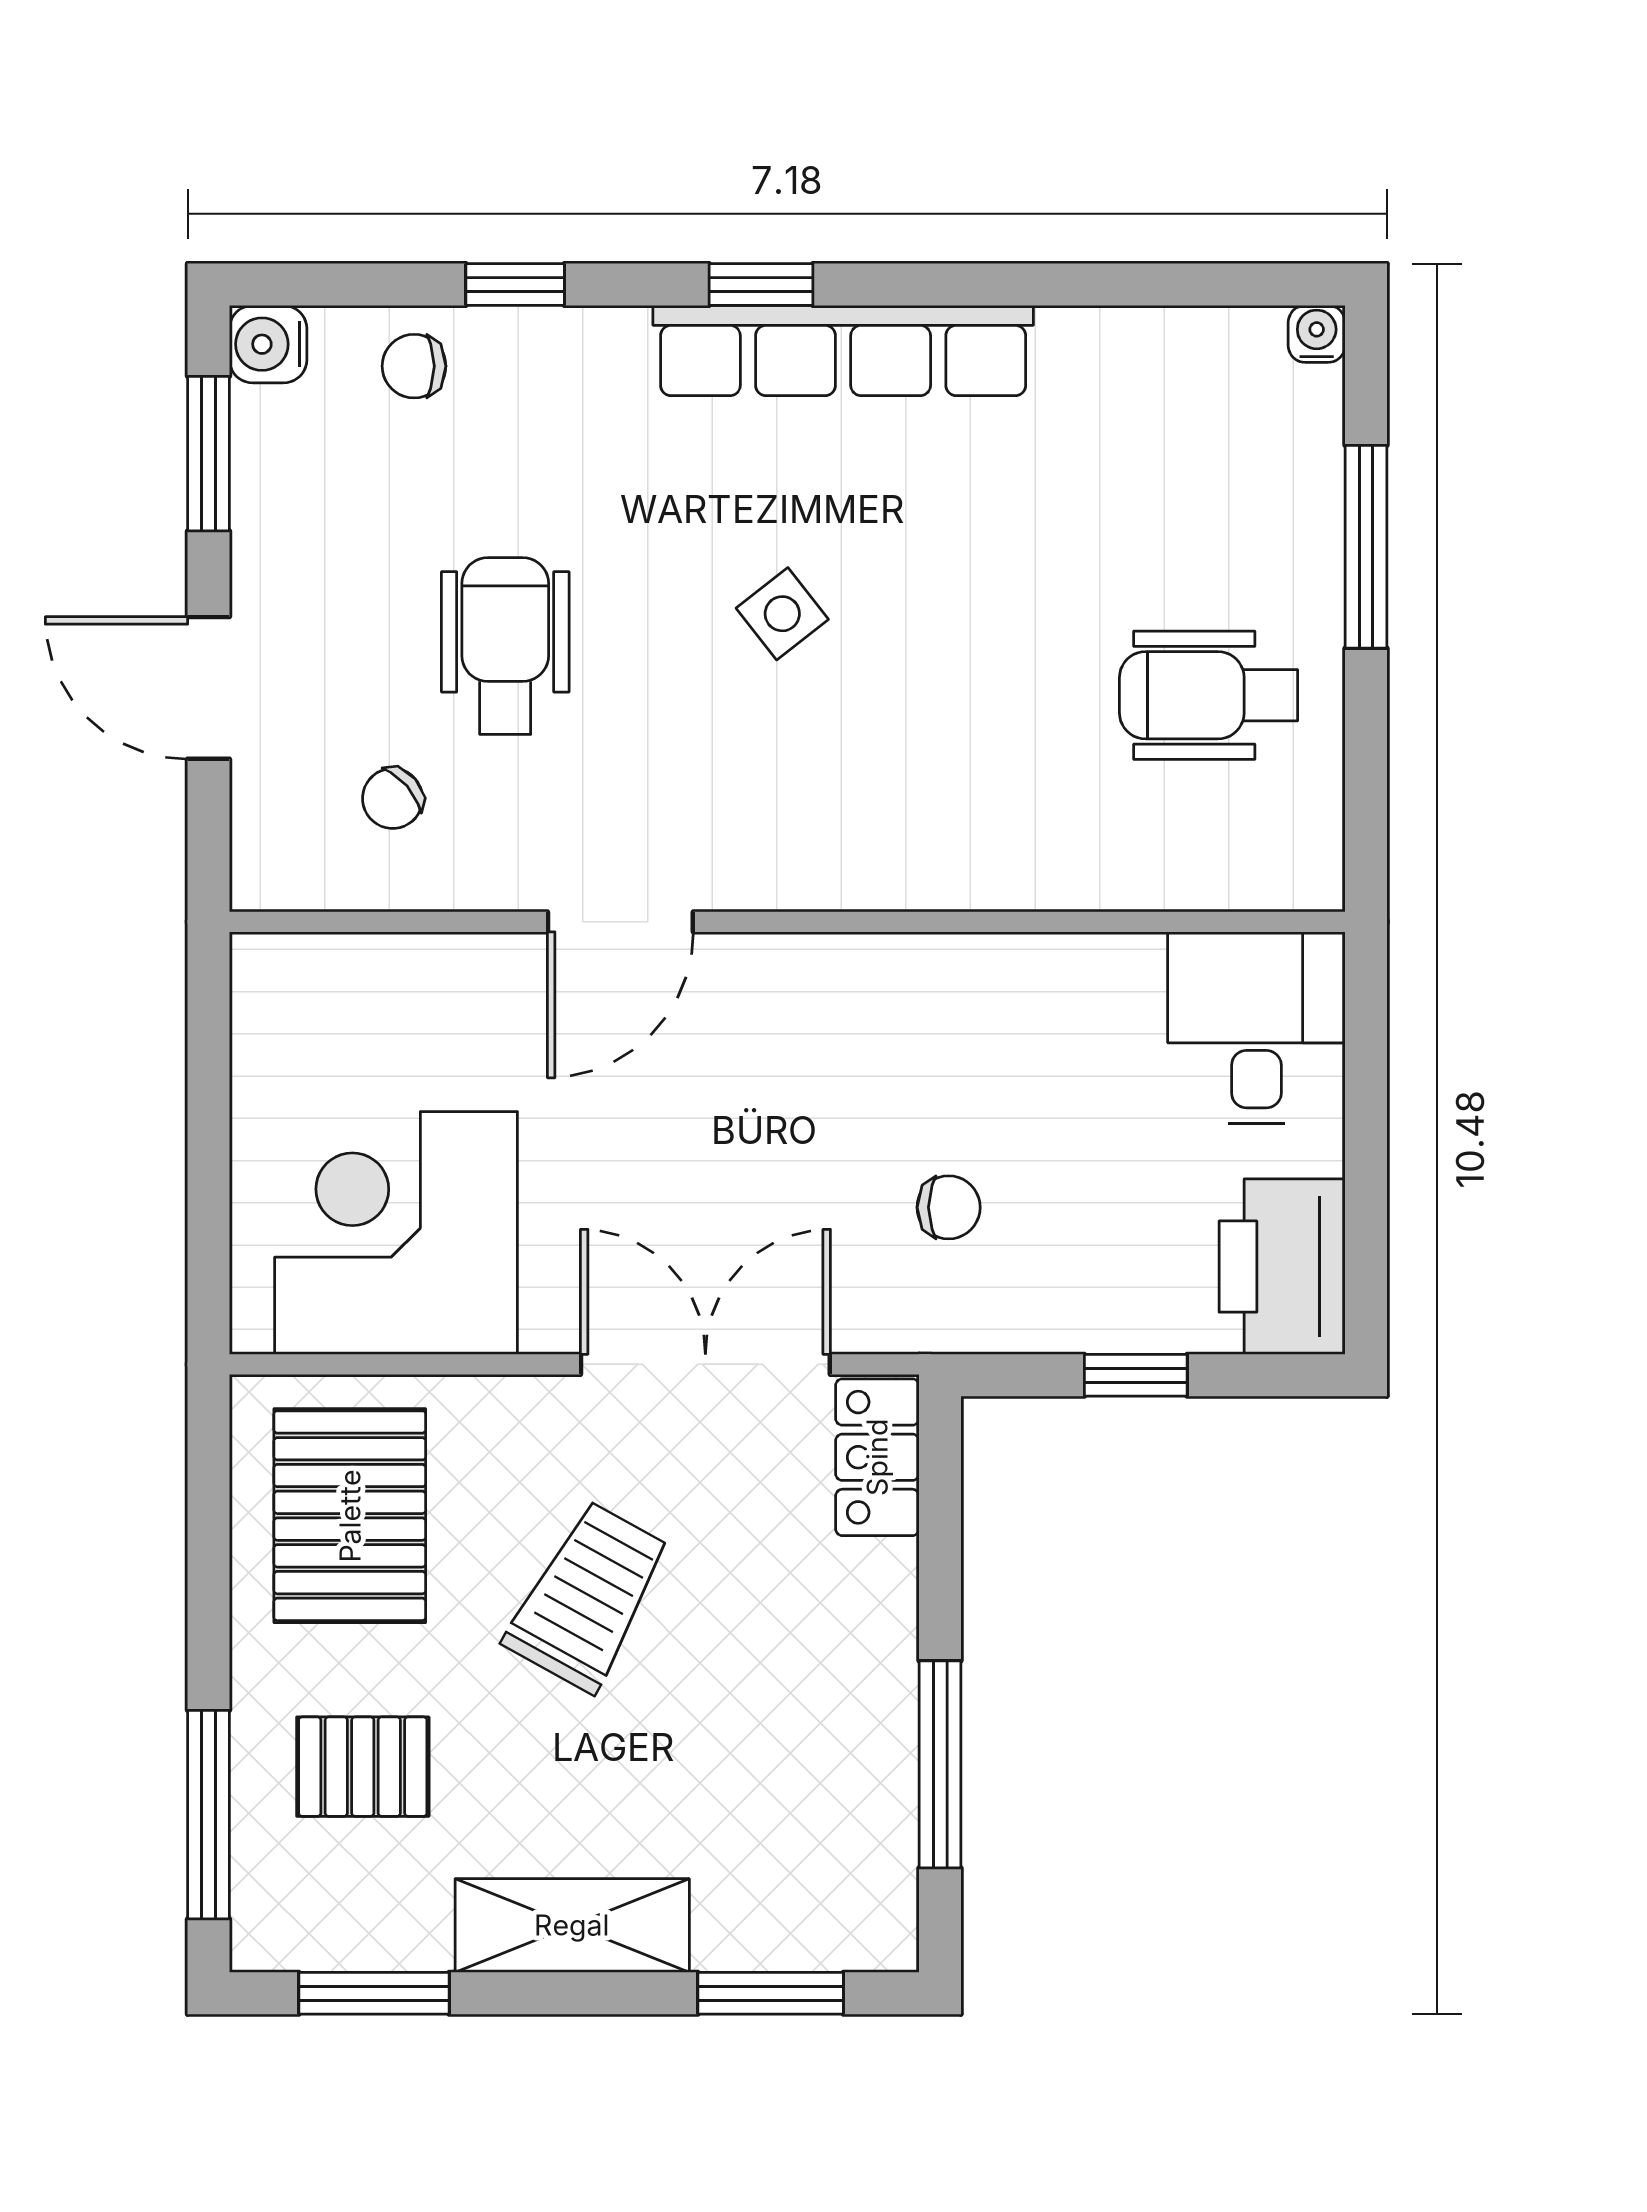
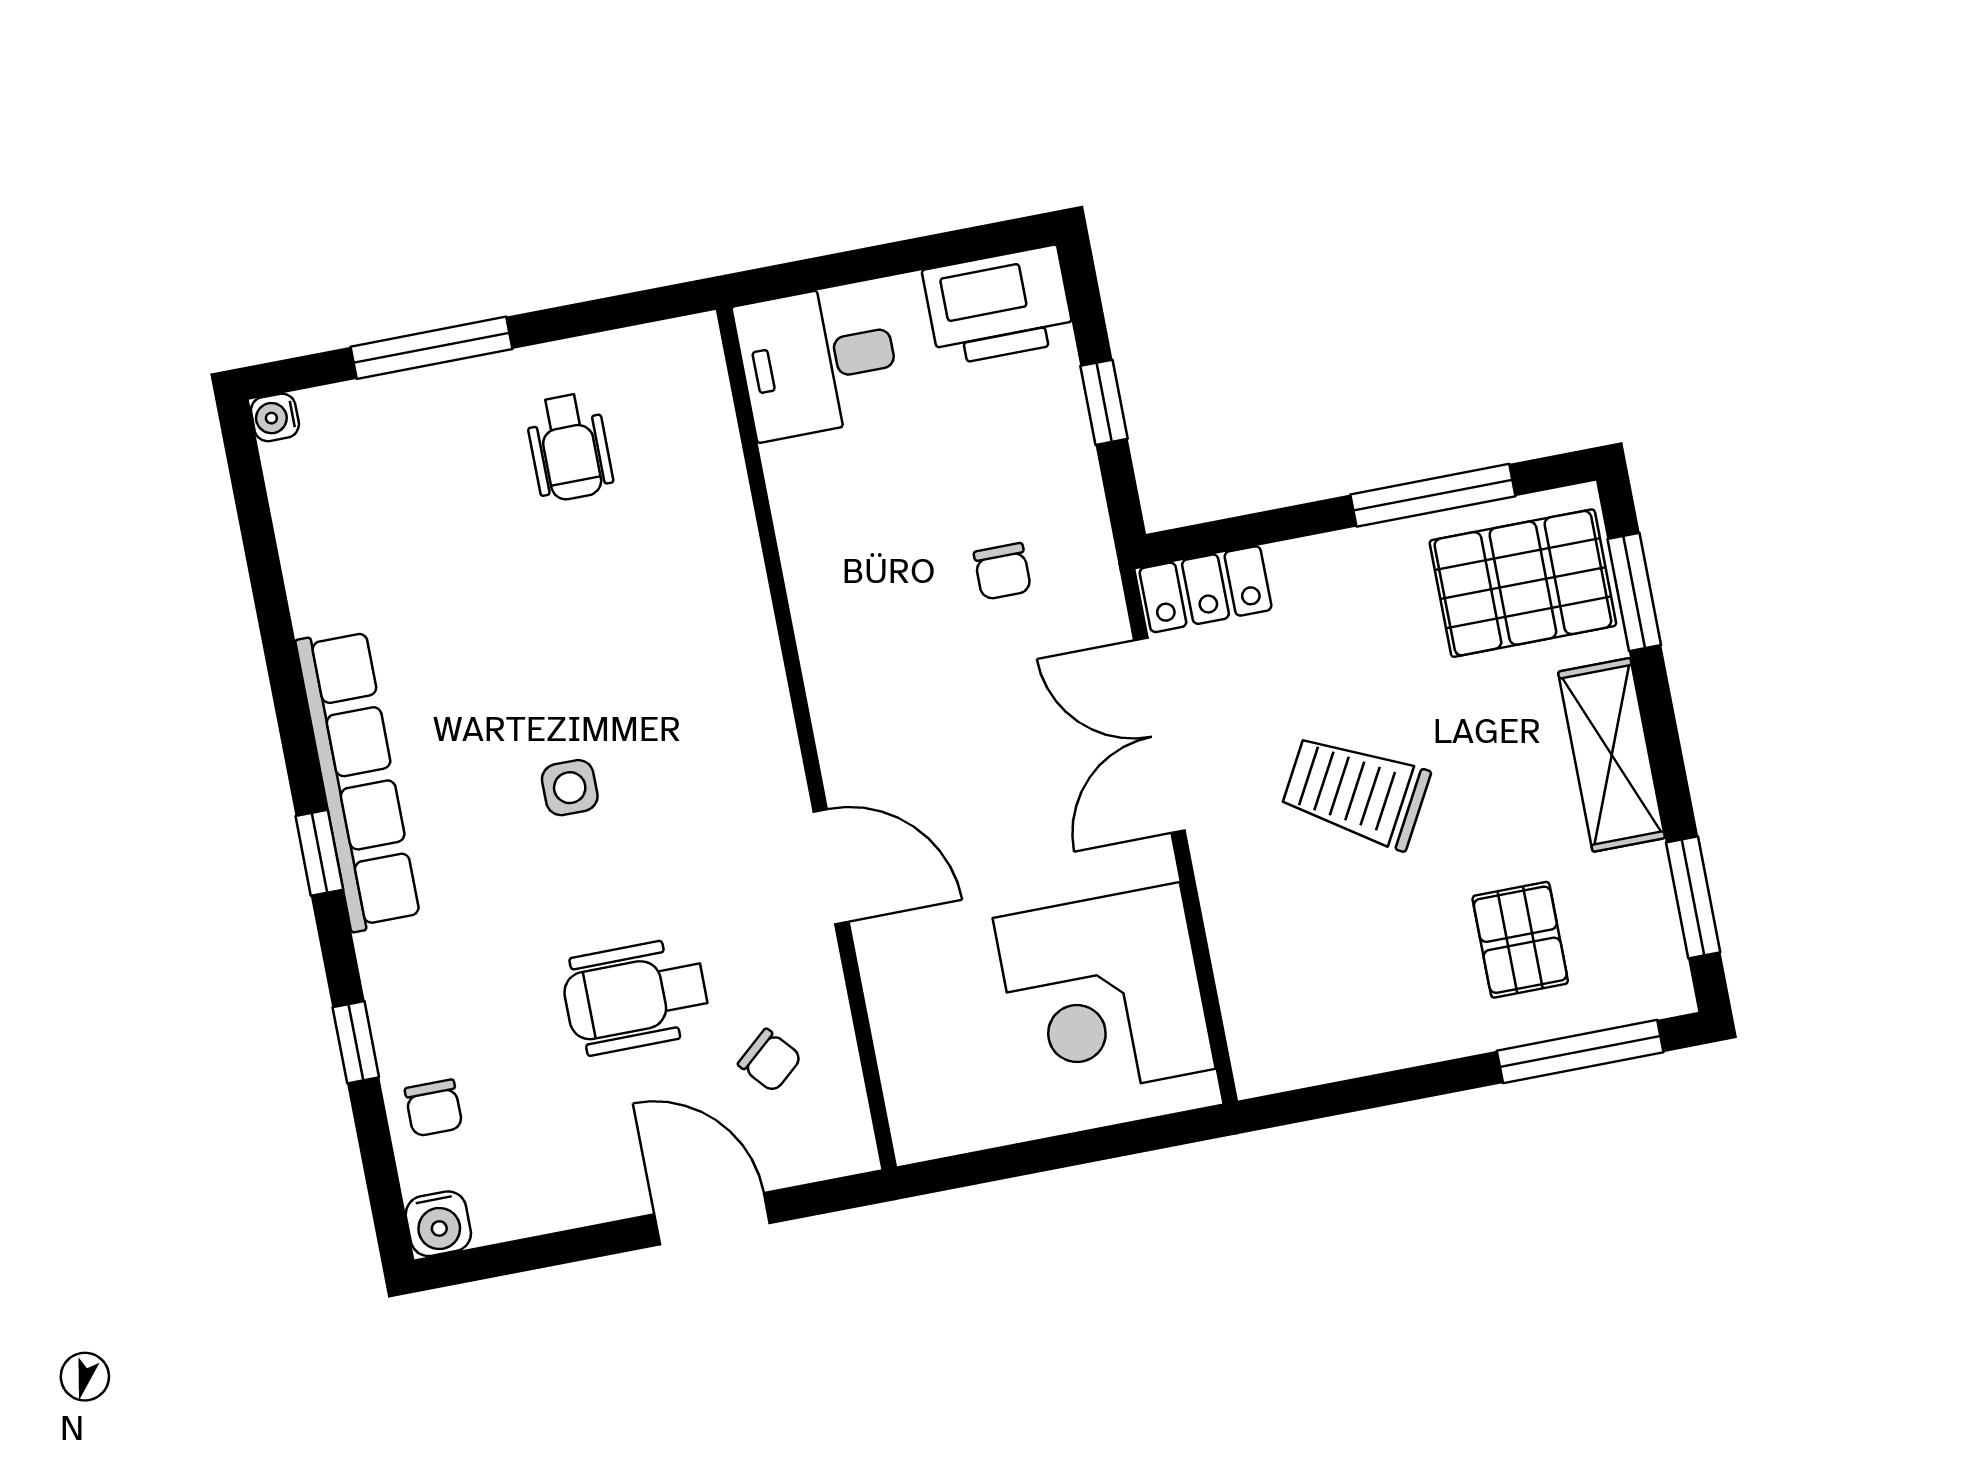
window: (209, 454) -> (531, 1253), removed
side table: (782, 614) -> (570, 788), turned 38
door: (209, 688) -> (712, 1219), swing flipped
wheelchair: (1208, 695) -> (569, 447), width x0.73, depth x0.73
chair: (949, 1207) -> (1002, 571), turned 180
pallet: (350, 1516) -> (1523, 583), moved

